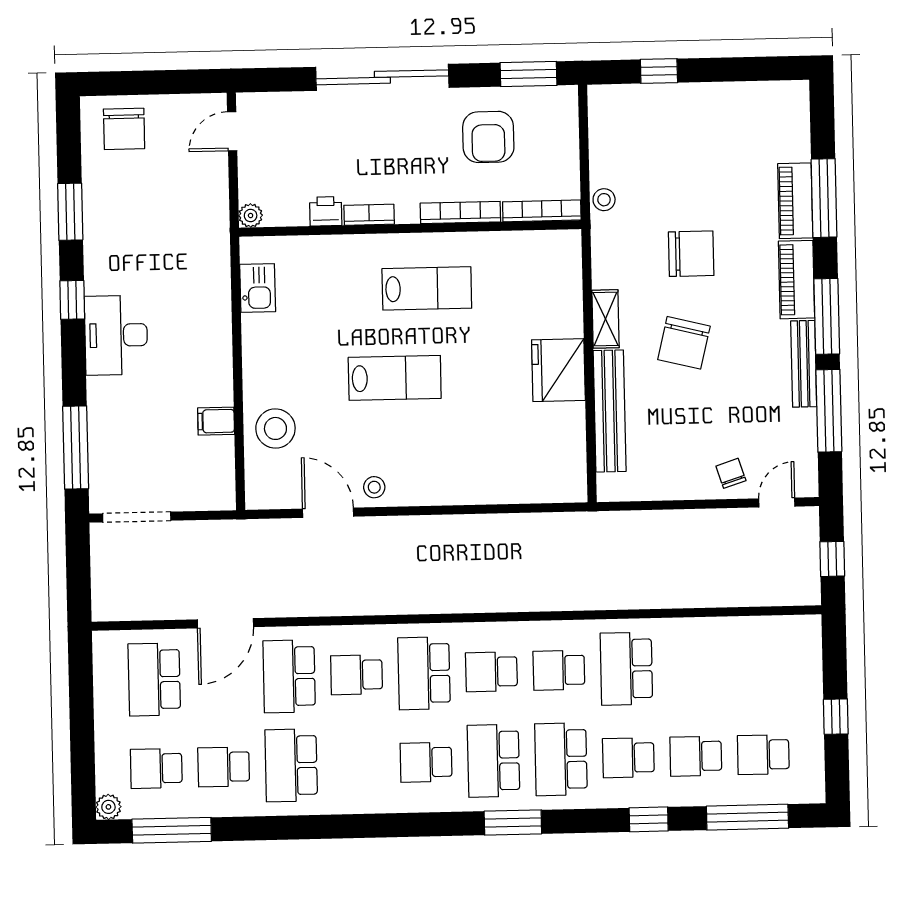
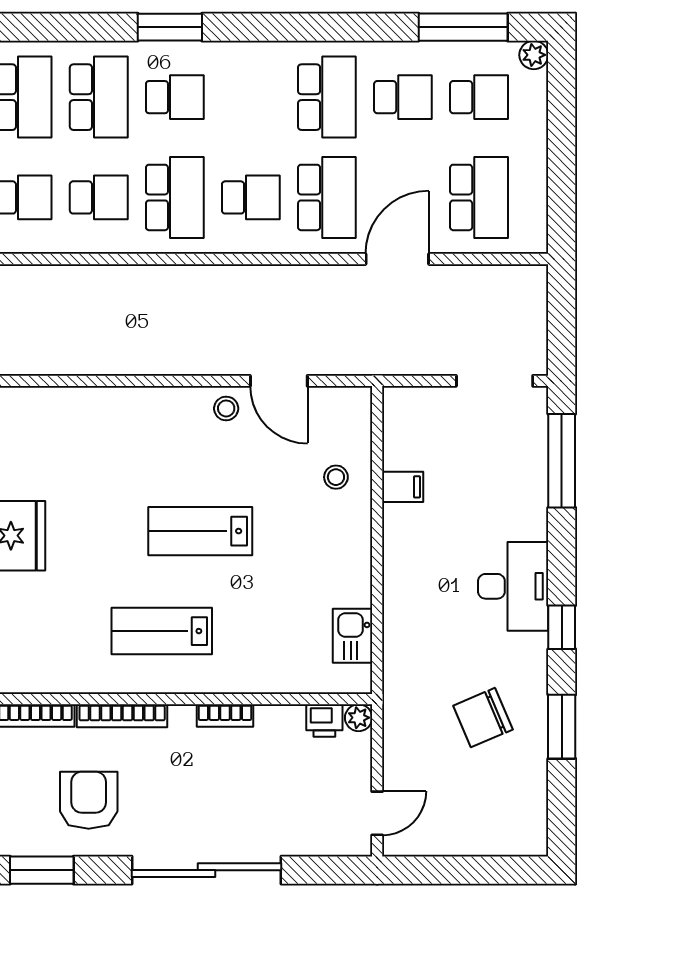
chair: (124, 129) -> (483, 718), moved, turned -113
printer: (326, 211) -> (324, 721), moved
stool: (275, 428) -> (336, 477), width x0.53, depth x0.53
window: (513, 822) -> (170, 27), moved

